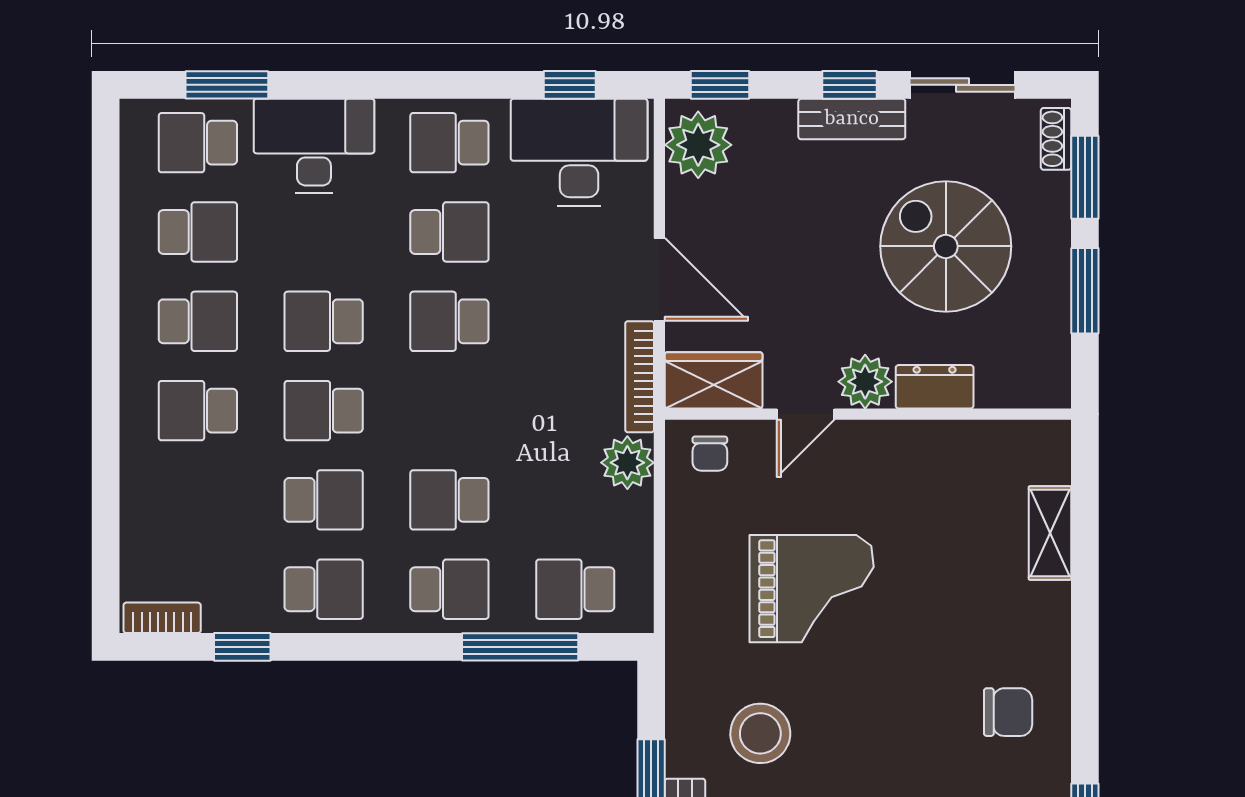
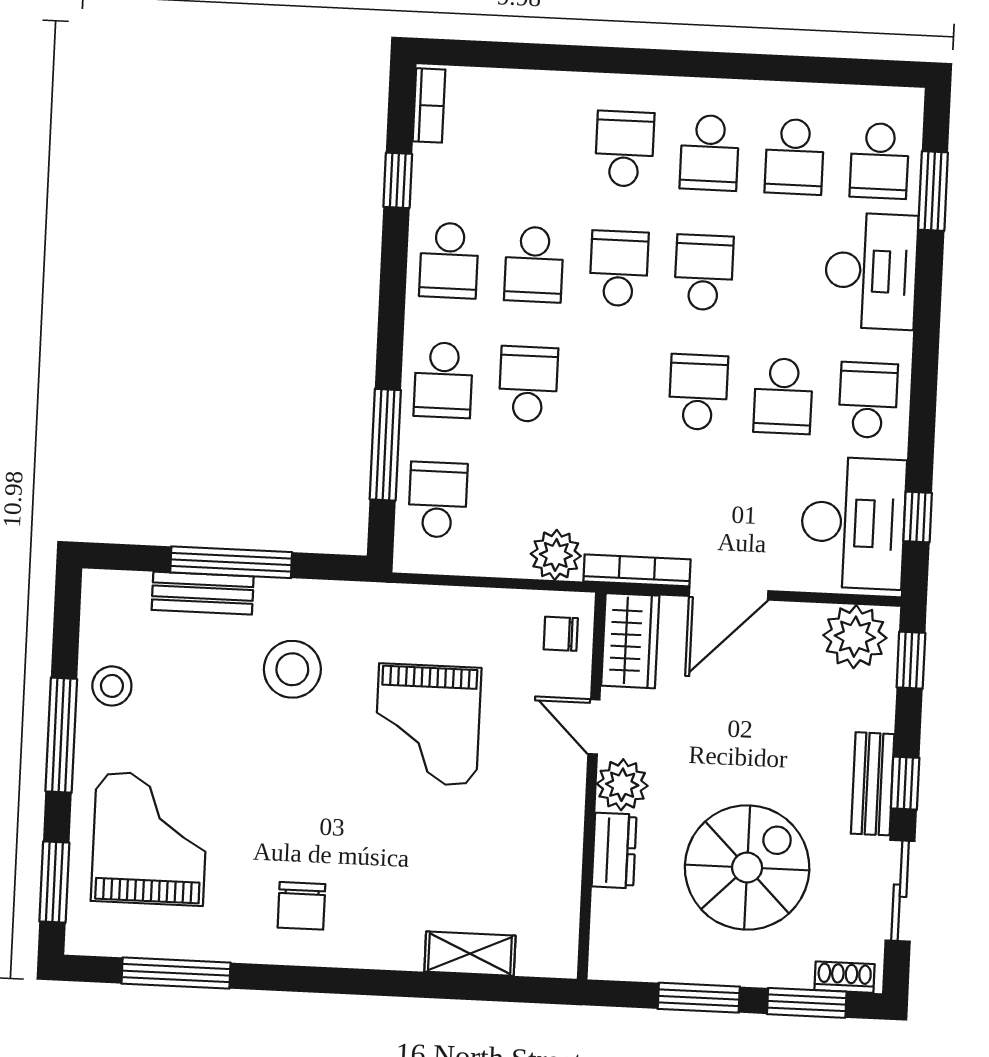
school desk: (198, 143) -> (879, 161), turned 180

